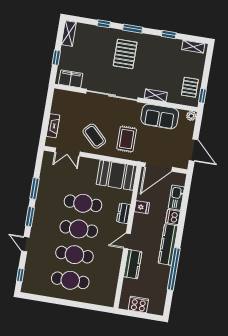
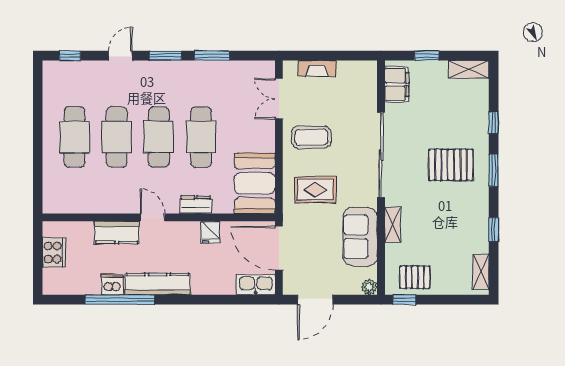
coffee table: (94, 136) -> (311, 137), turned 46
kitchen sink: (176, 198) -> (256, 285), moved
dishwasher: (173, 217) -> (112, 285), moved

